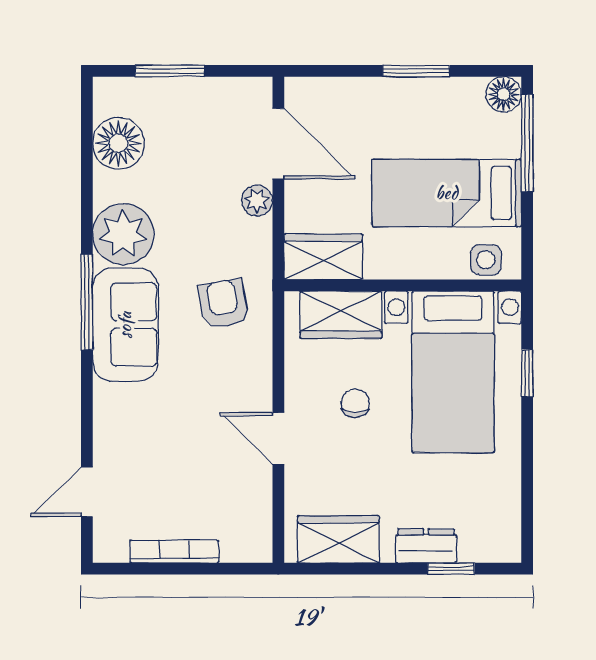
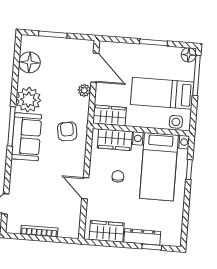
dresser: (426, 546) -> (142, 237), width x1.44

